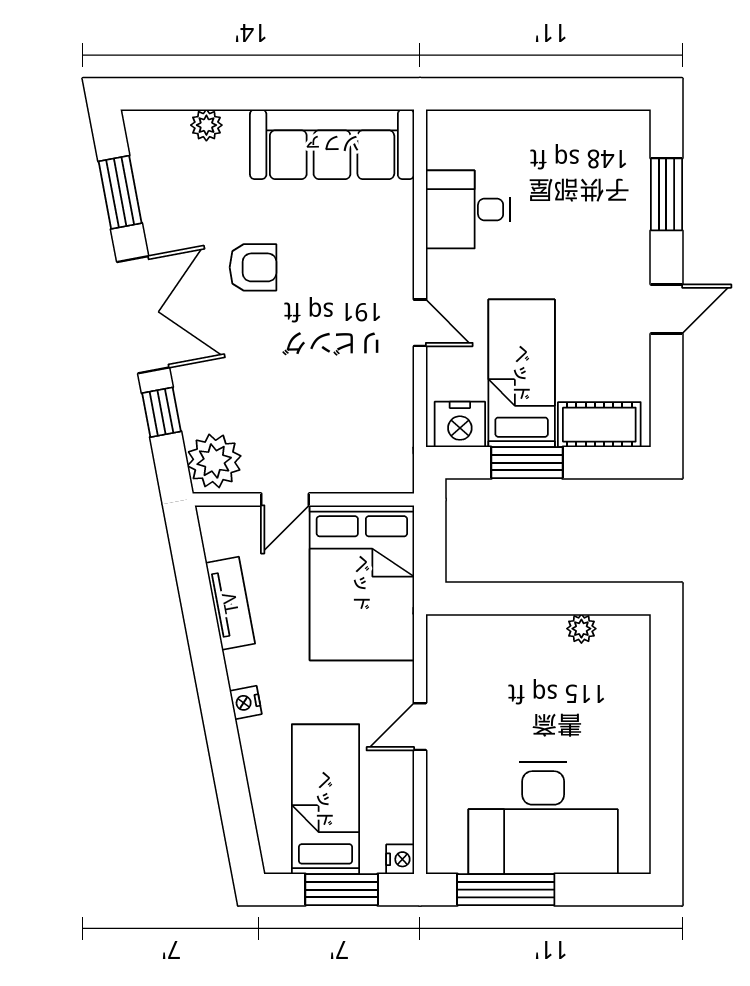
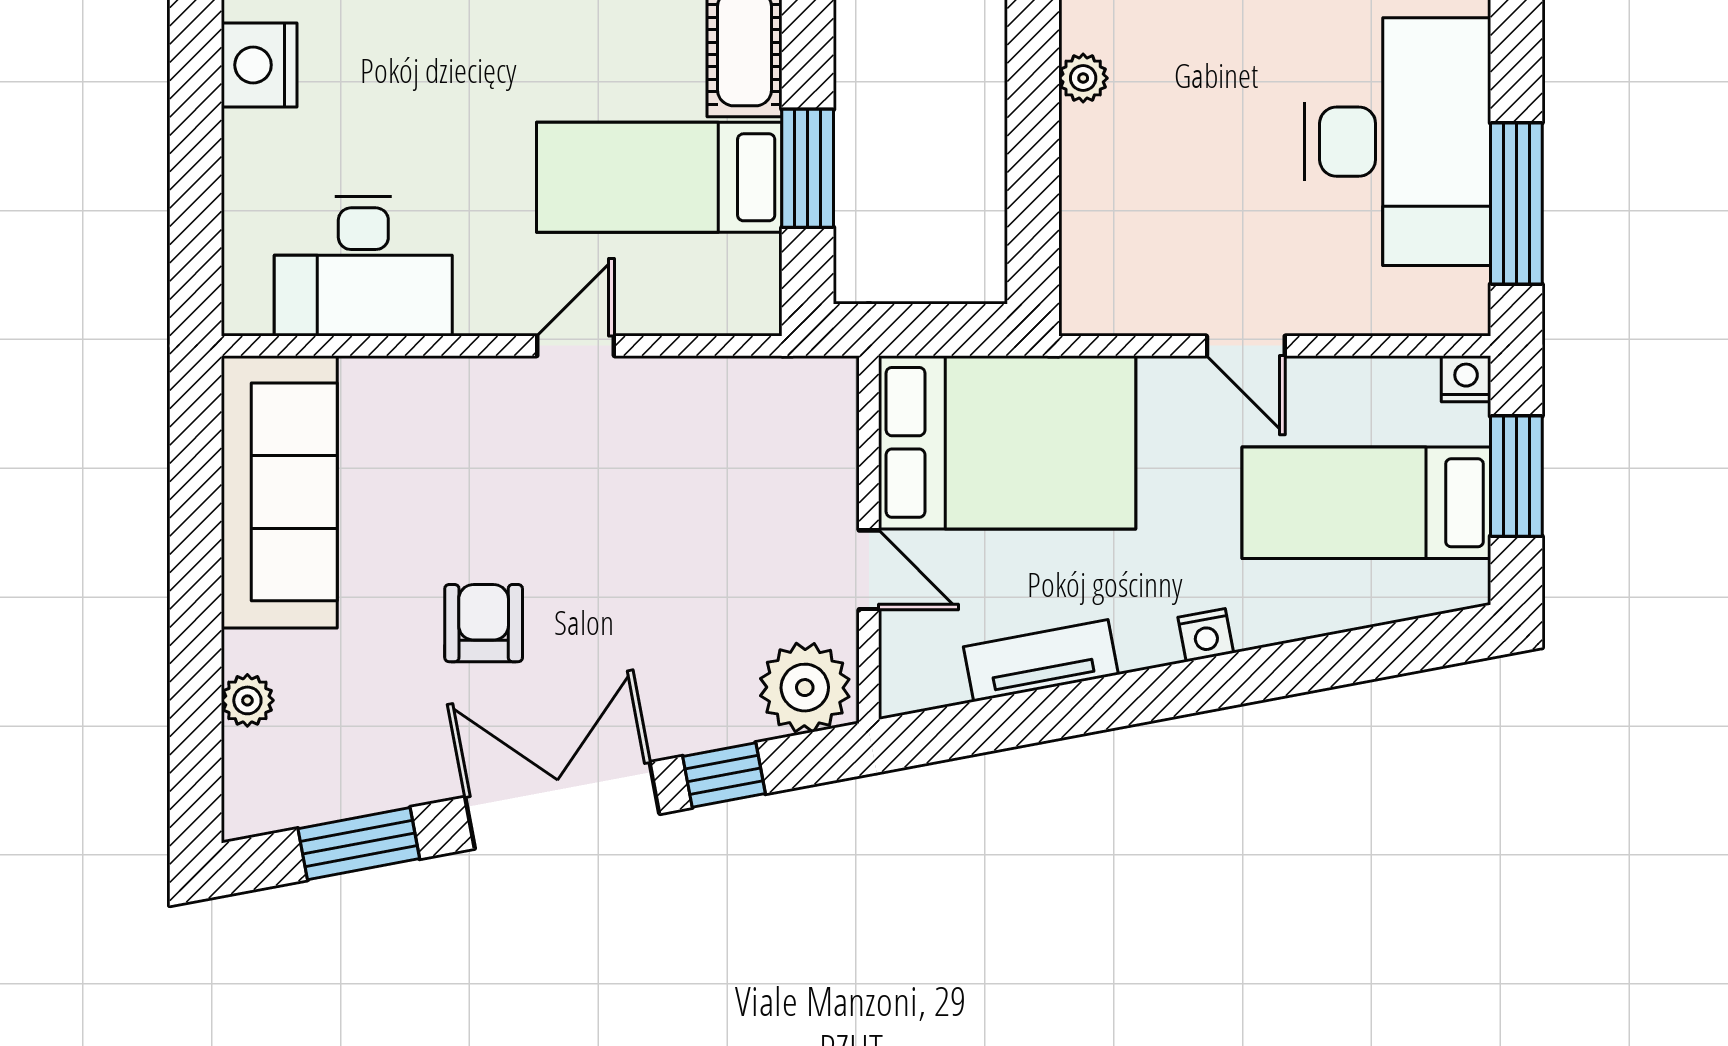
desk: (468, 209) -> (363, 266), width x1.37
nightstand: (460, 424) -> (259, 65), moved, turned 180

